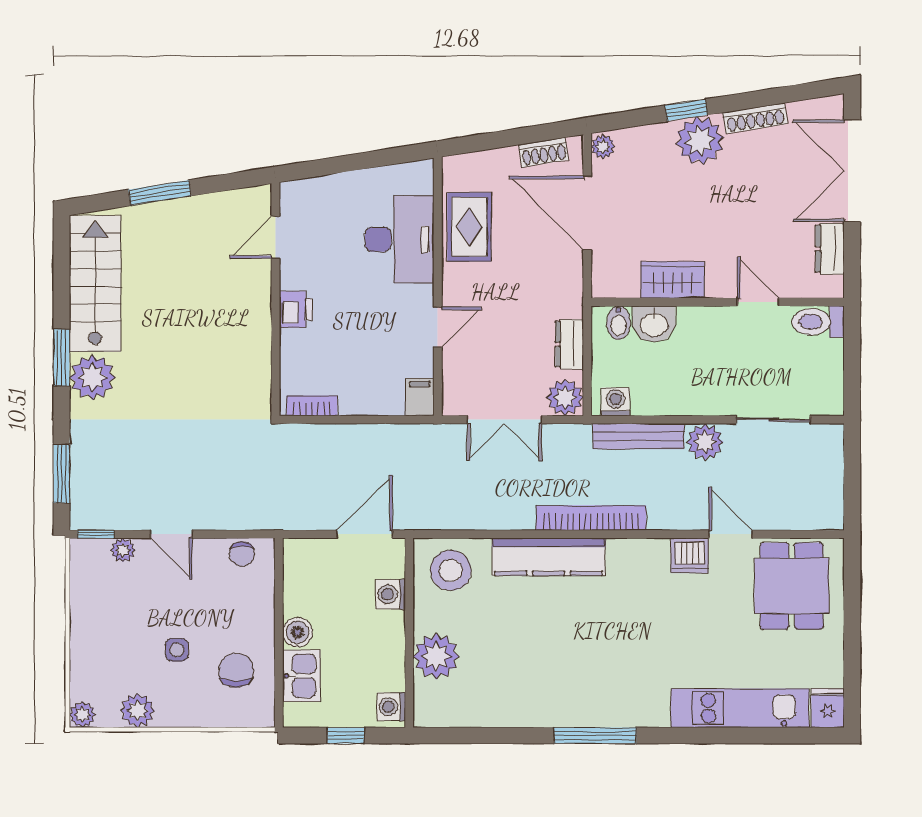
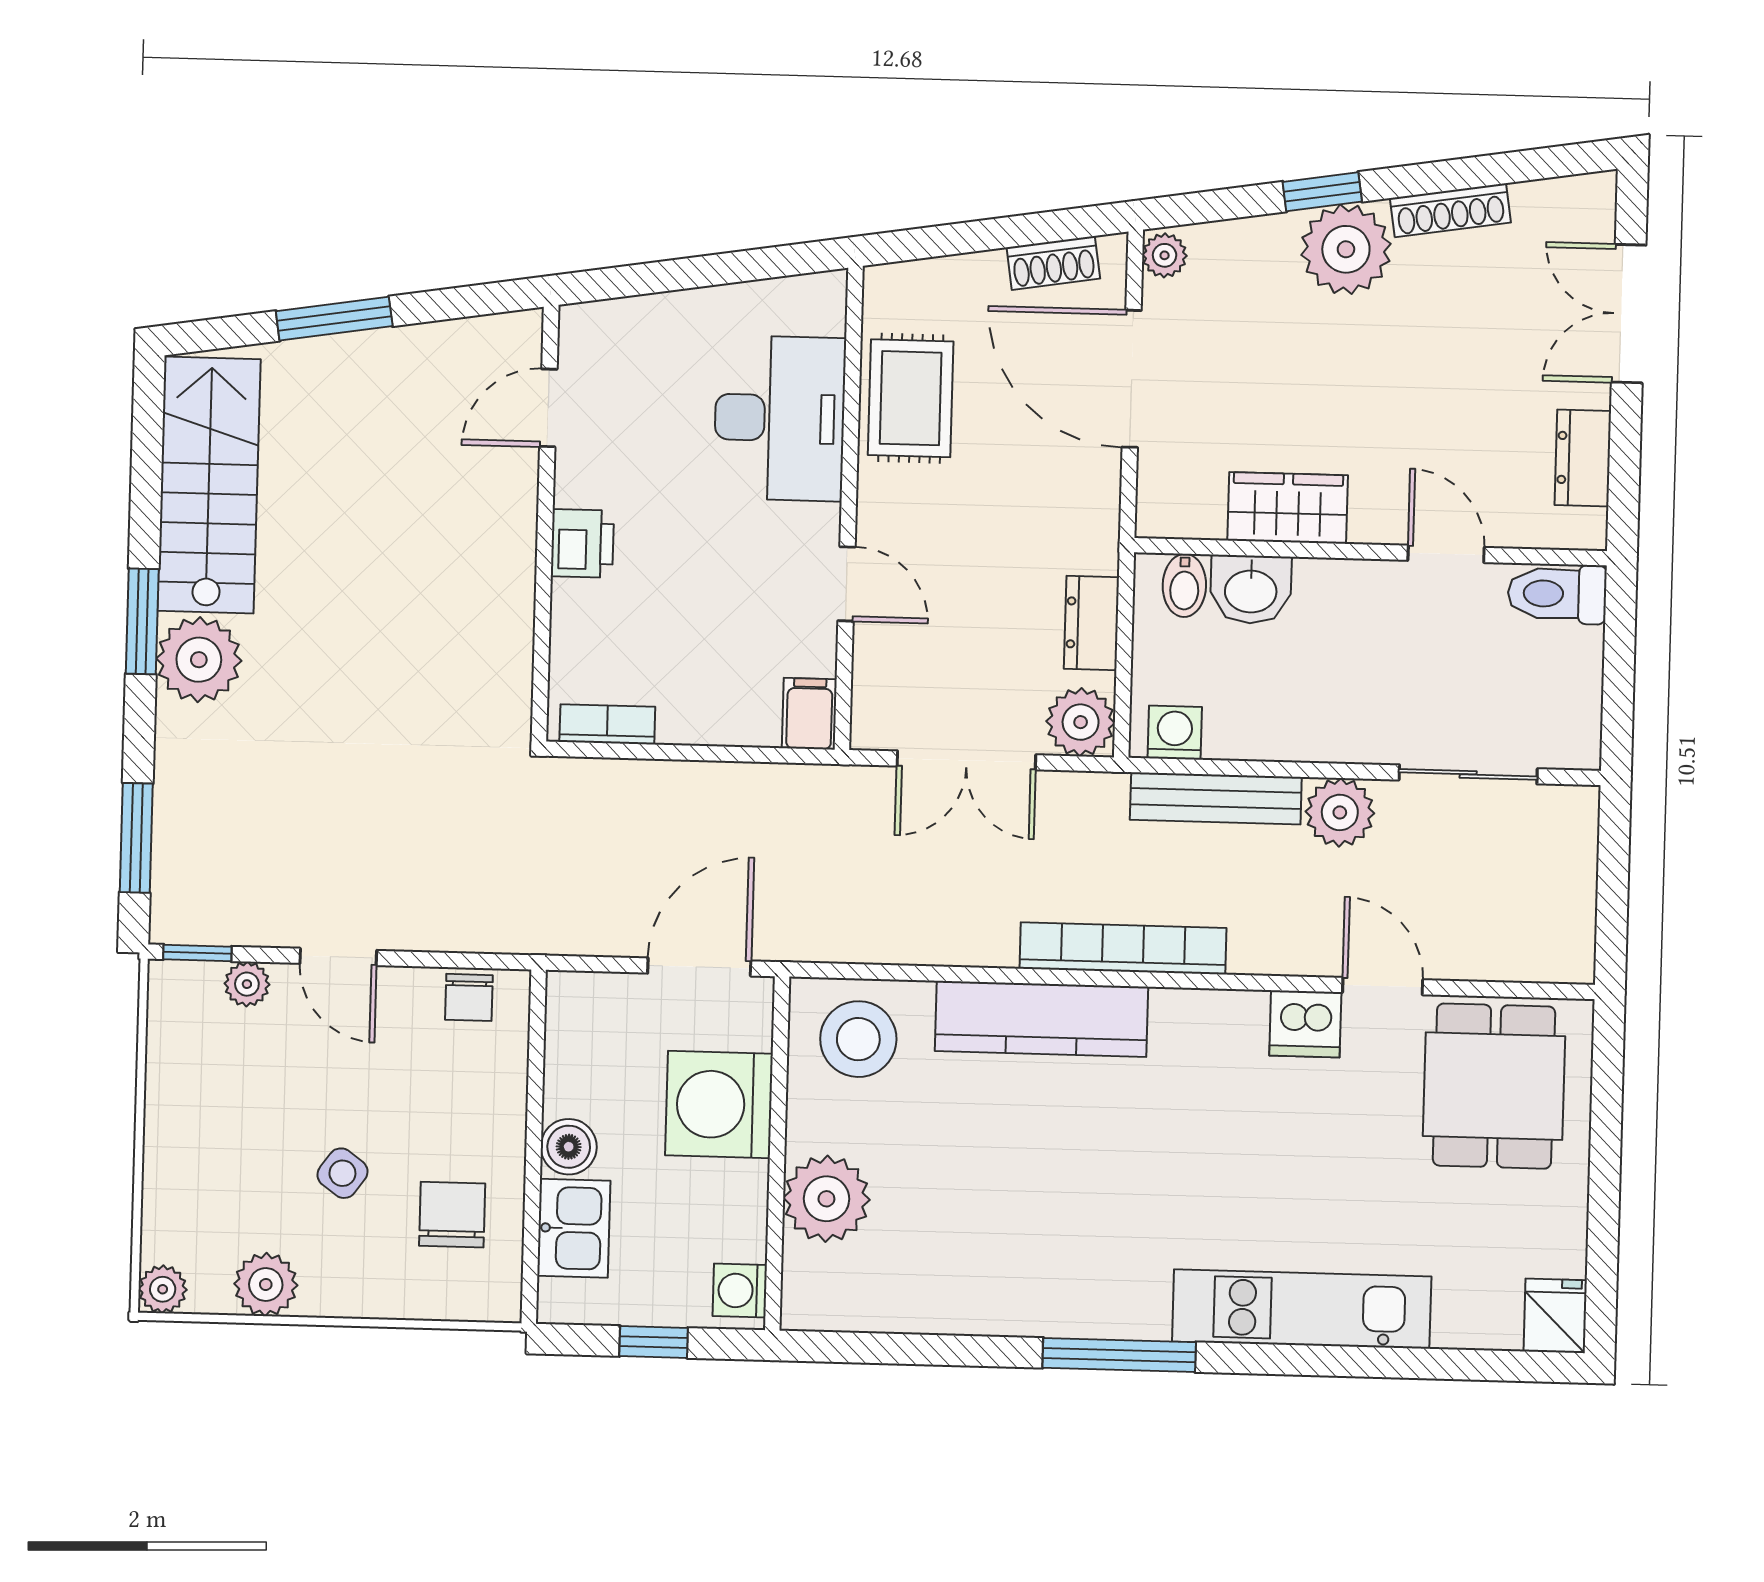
double door: (852, 171) -> (1629, 314), width x0.73
door: (438, 327) -> (847, 584), hinge flipped
washing machine: (390, 594) -> (719, 1104), width x1.89, depth x1.89
side table: (177, 650) -> (342, 1173), turned 36
kitchen unit: (740, 708) -> (1302, 1309), moved

